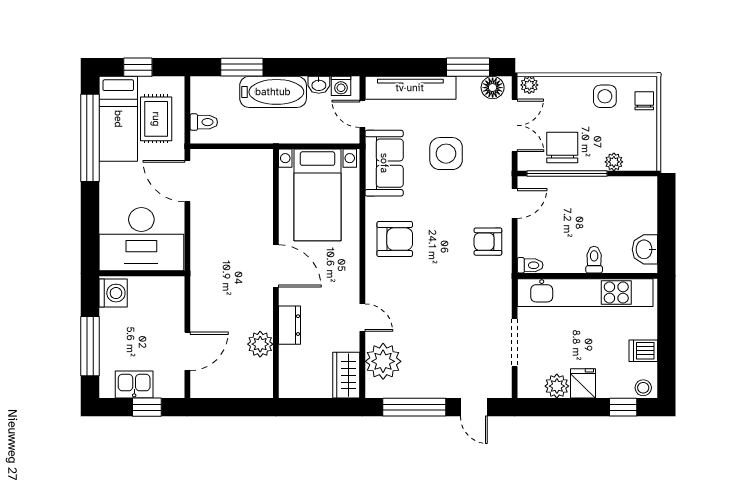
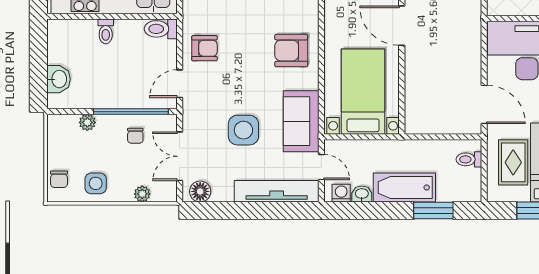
window: (468, 67) -> (223, 210), removed
plant: (529, 85) -> (142, 194), moved
chair: (562, 147) -> (135, 136), width x0.54, depth x0.54
washbasin: (645, 249) -> (59, 79), moved
toilet: (530, 265) -> (161, 29), width x1.37, depth x1.39

